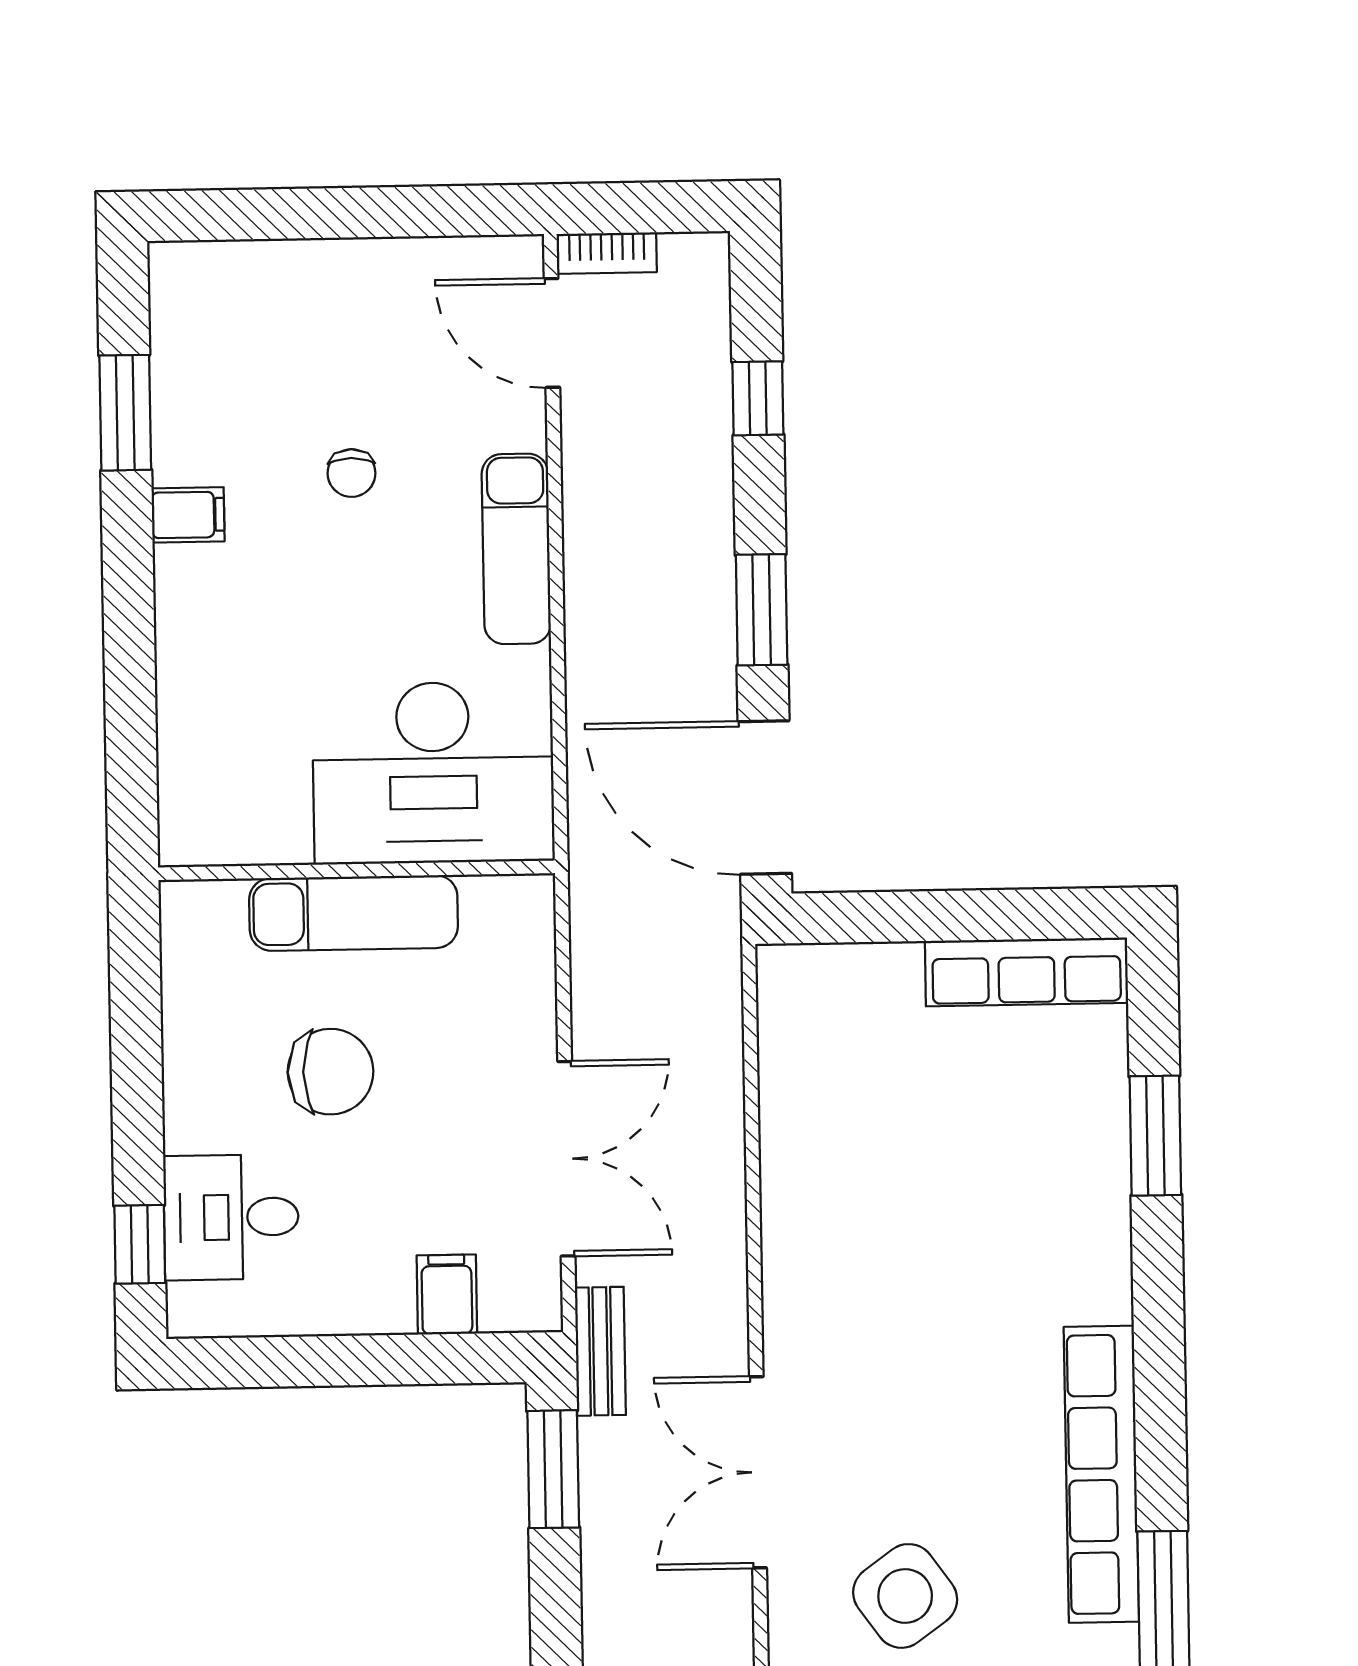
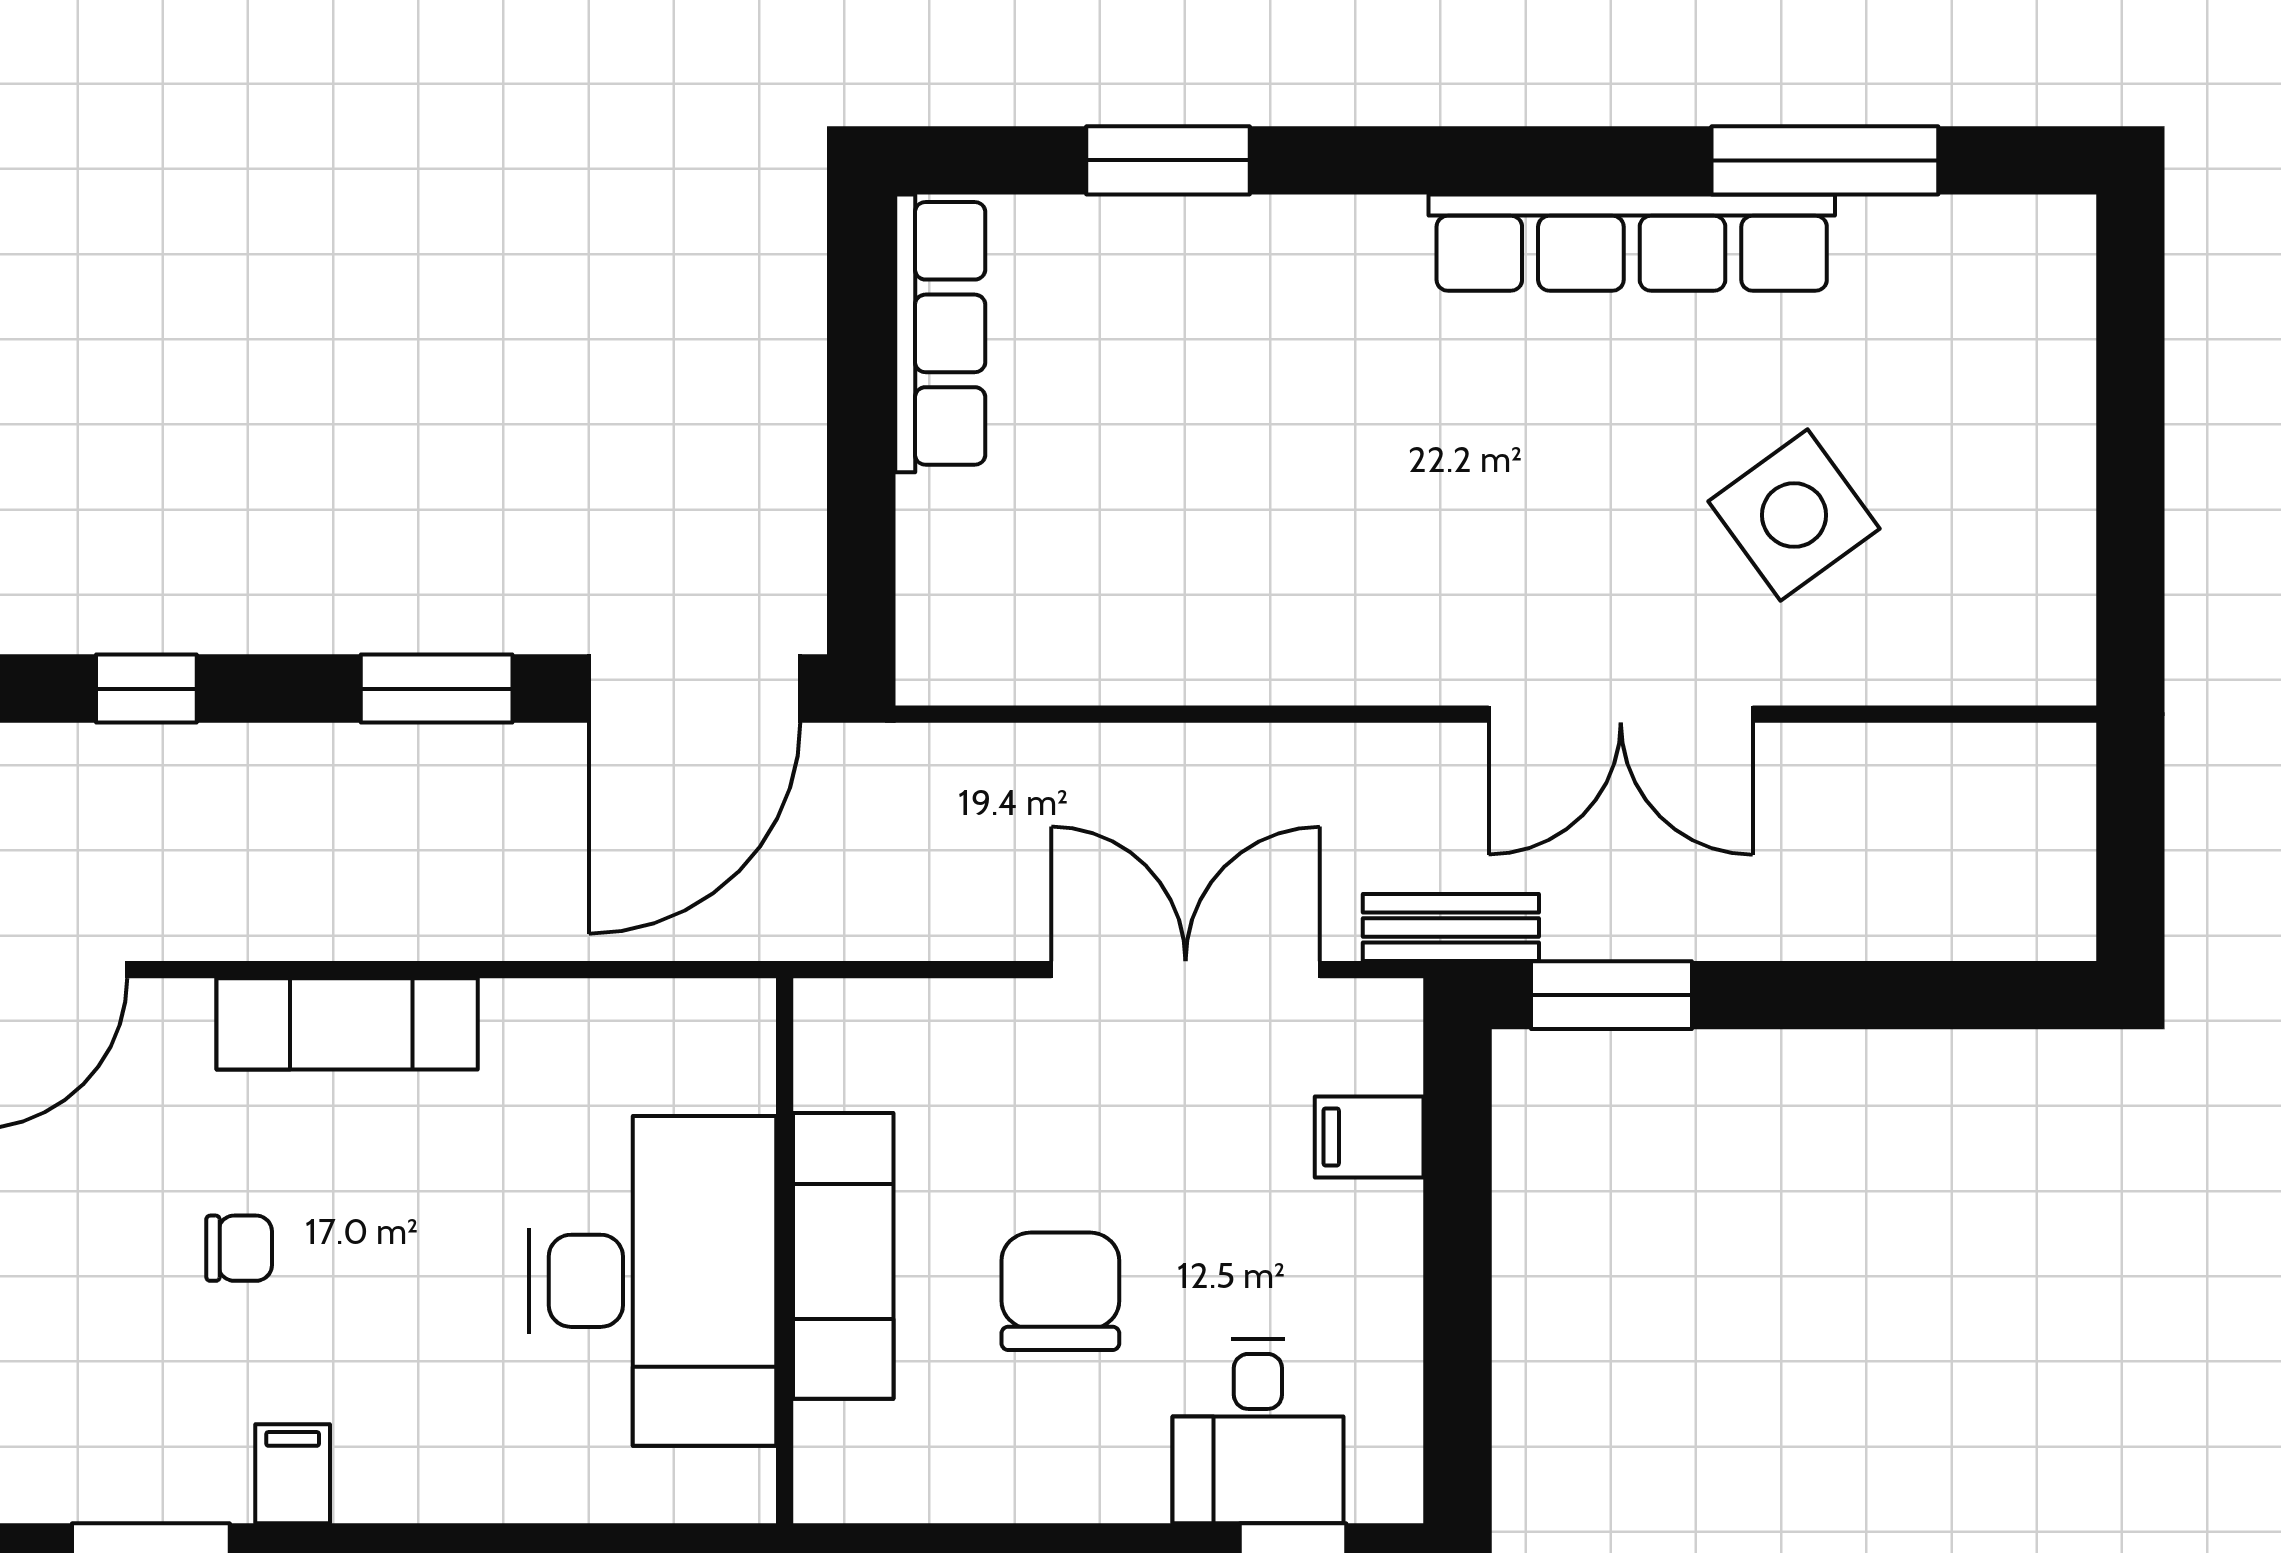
desk: (433, 773) -> (653, 1281), moved

